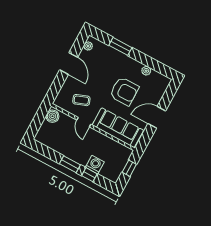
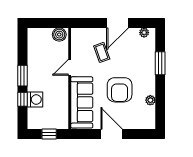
coffee table: (81, 100) -> (102, 52), moved

